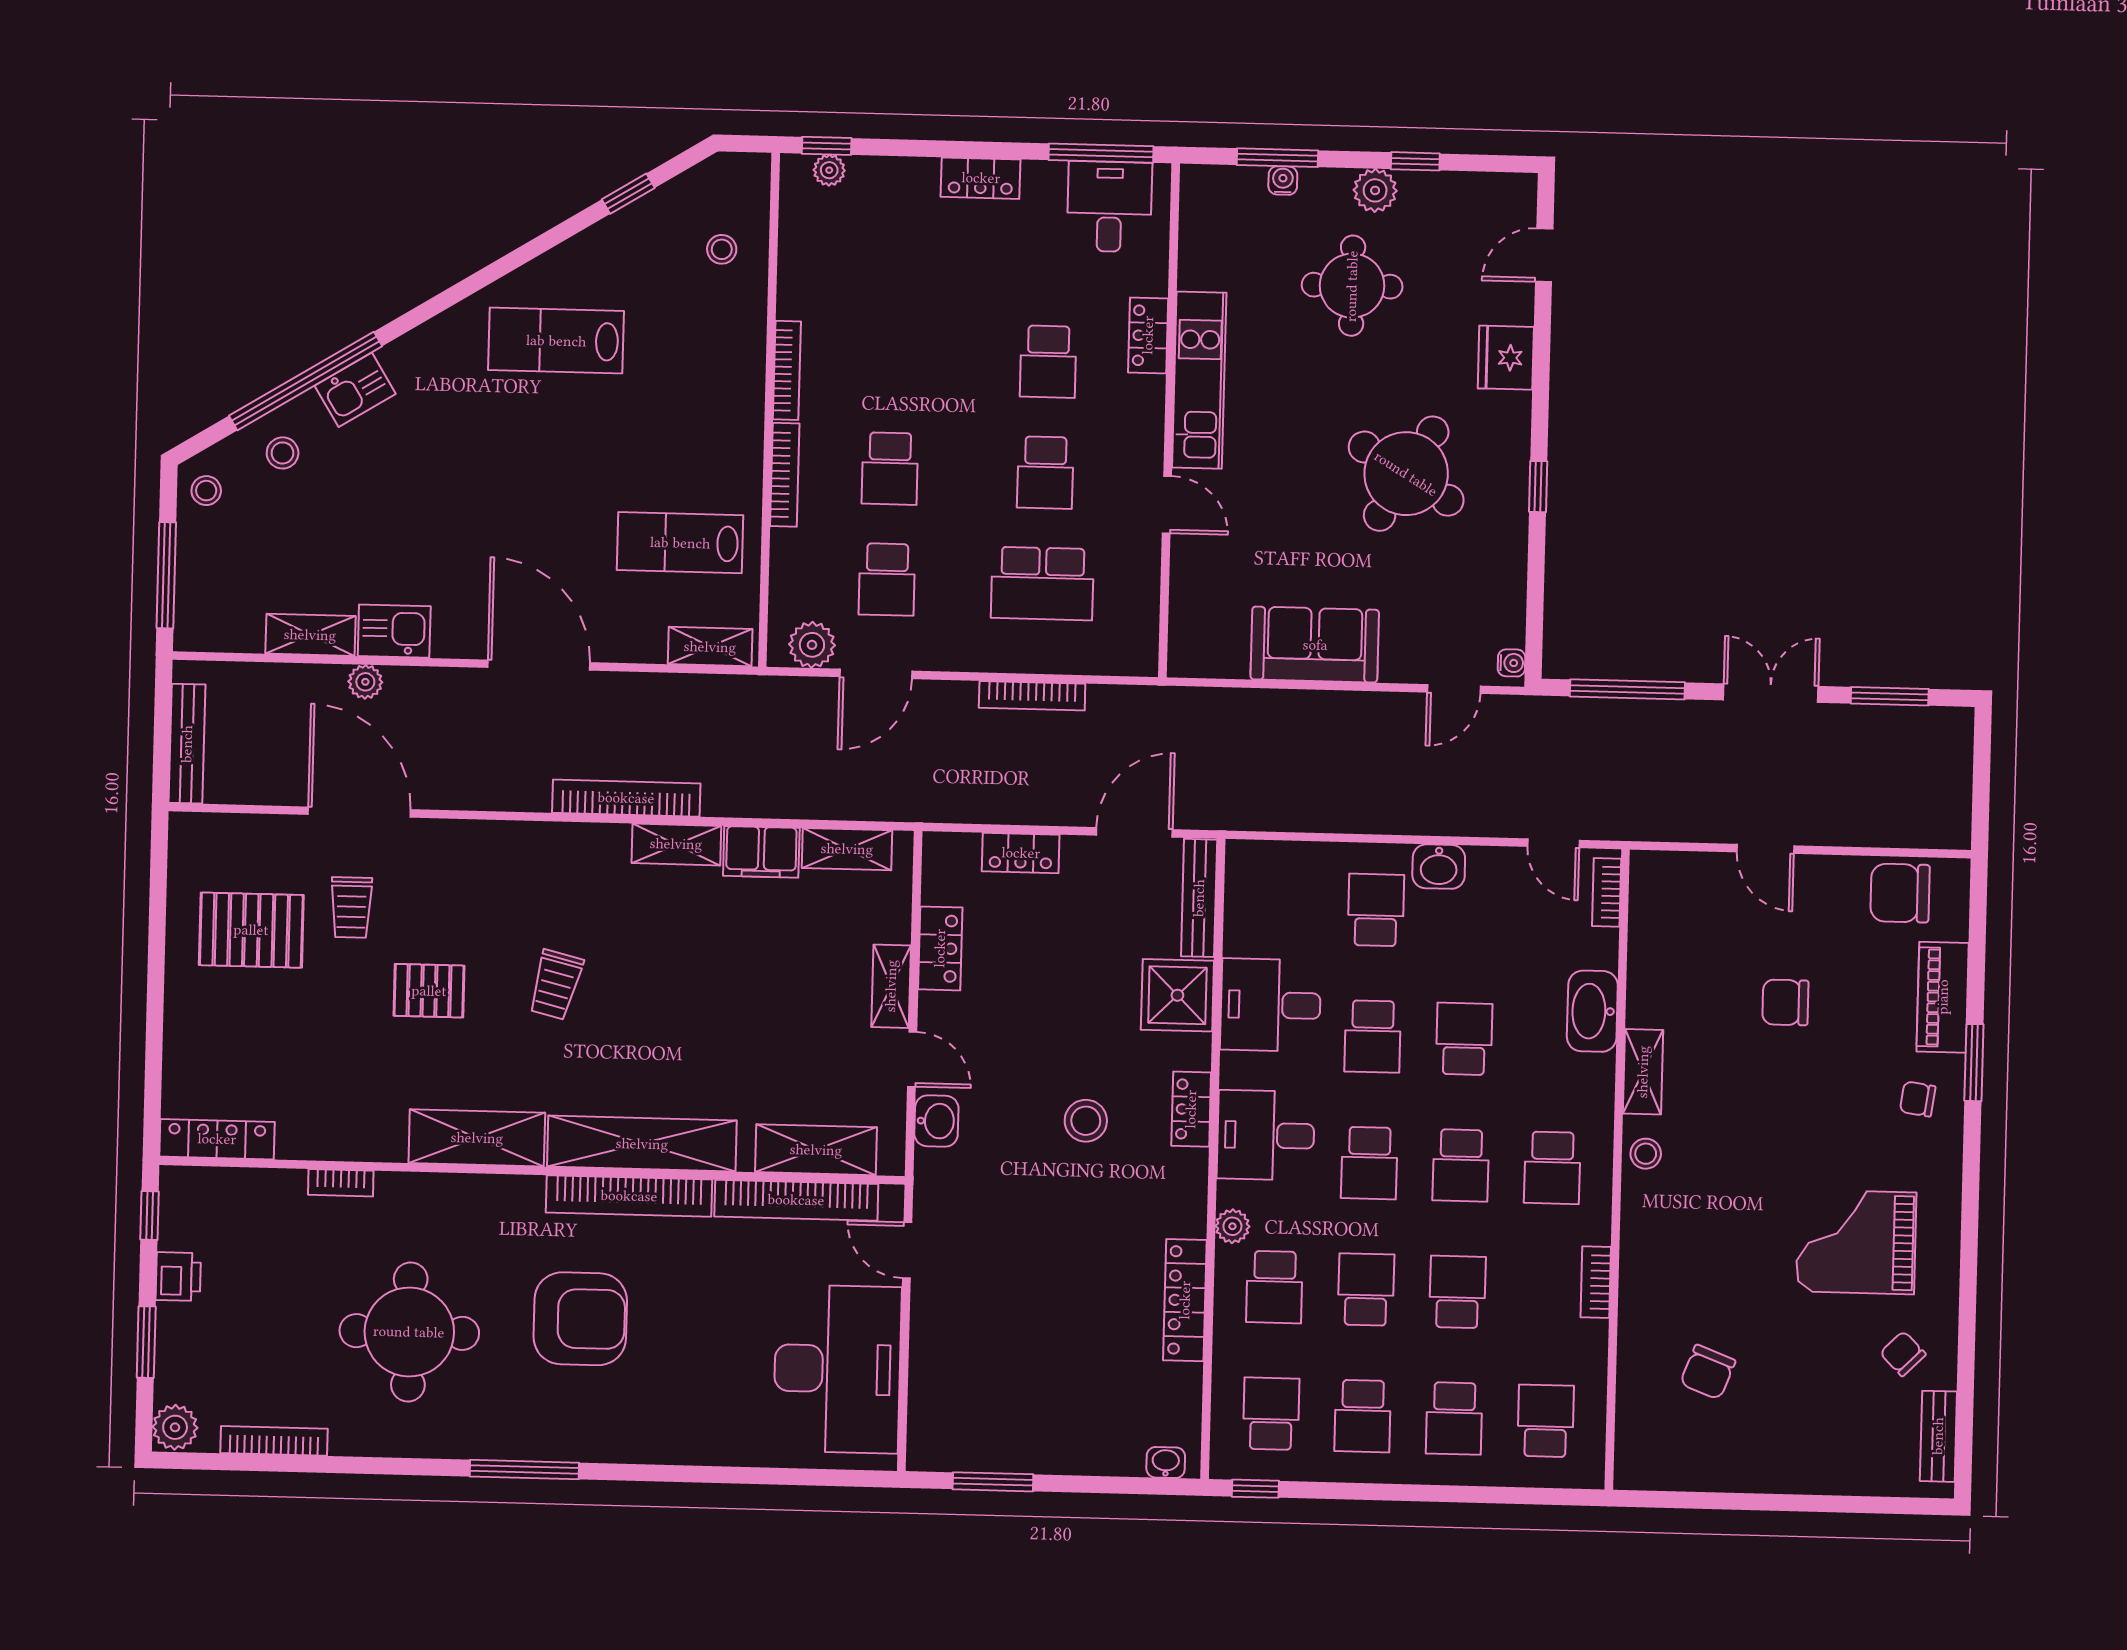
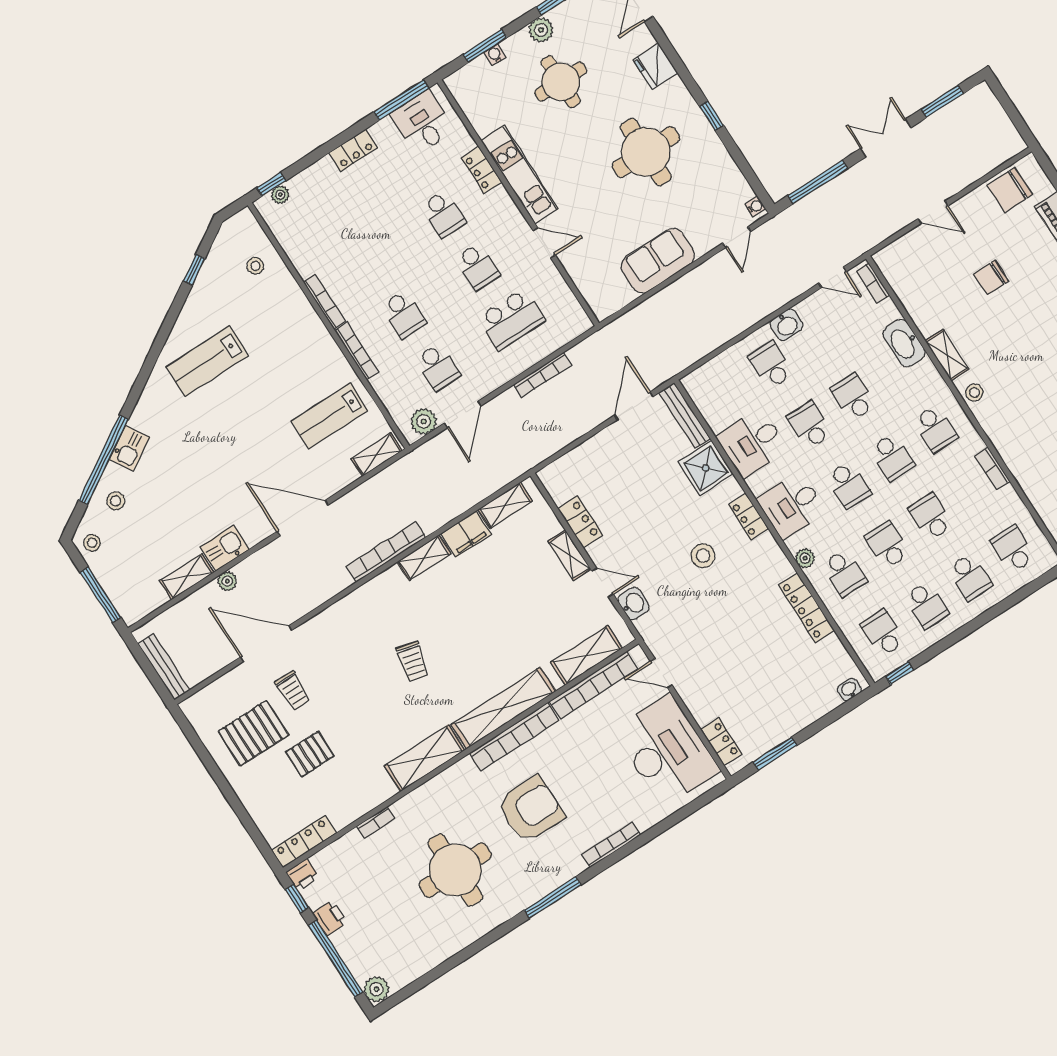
round table: (1406, 474) -> (646, 152), turned -31
locker: (1021, 853) -> (721, 742), moved, turned -90
pallet: (429, 991) -> (310, 754), moved
school desk: (1373, 1036) -> (810, 425), turned 180
printer: (181, 1186) -> (302, 875), added
window: (146, 1342) -> (336, 959), width x2.11
bookcase: (274, 1441) -> (611, 845), moved

